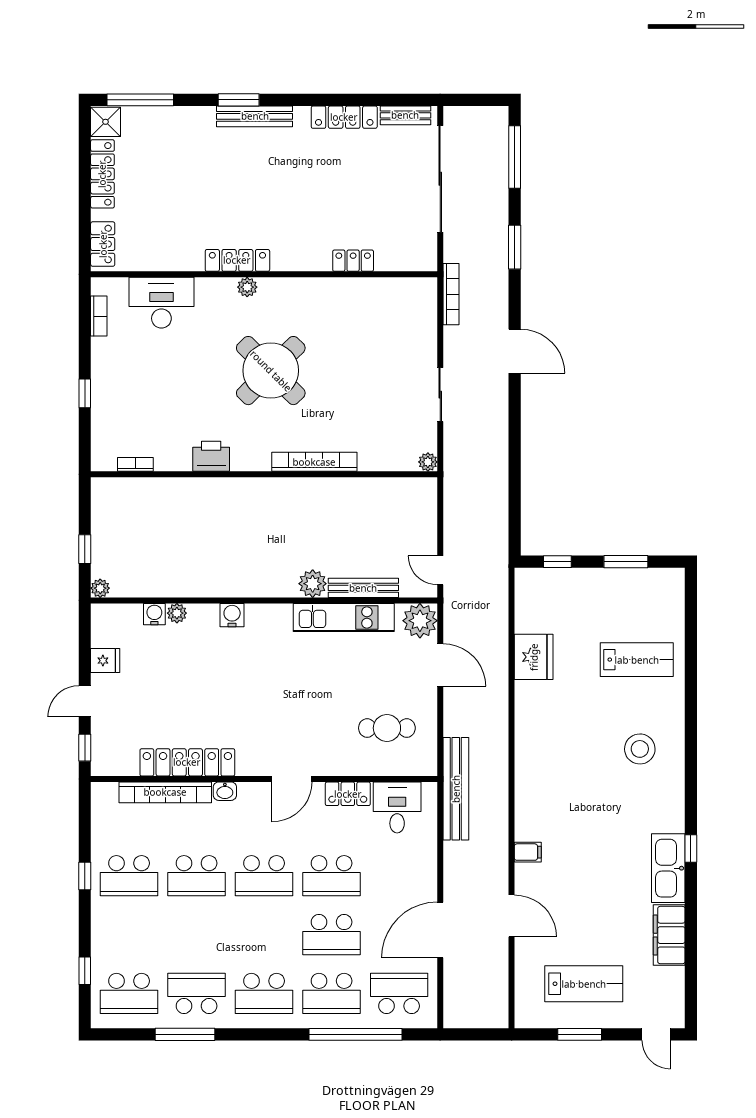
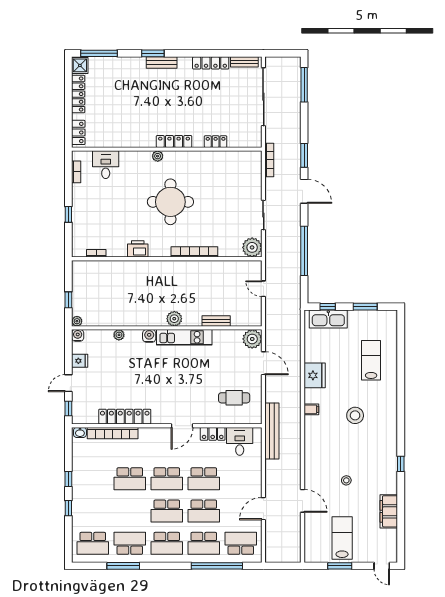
bench: (255, 116) -> (162, 63), width x0.73
window: (515, 247) -> (304, 155), moved
locker: (237, 260) -> (174, 141), moved
desk: (161, 303) -> (106, 165), width x0.73
round table: (271, 371) -> (170, 202), turned 45
window: (515, 460) -> (304, 251), added
plant: (428, 462) -> (252, 247), width x1.88, depth x1.88
door: (440, 570) -> (263, 289), moved
plant: (313, 584) -> (174, 319), moved
bench: (363, 588) -> (216, 321), width x0.73
water cooler: (154, 614) -> (78, 335), moved
kitchen unit: (344, 618) -> (184, 337), moved
fridge: (534, 657) -> (315, 375), moved
lab bench: (637, 660) -> (371, 360), turned -90
stool: (640, 749) -> (355, 415), moved
washbasin: (225, 791) -> (80, 432), moved
filing cabinet: (528, 852) -> (311, 409), moved
kitchen sink: (668, 868) -> (328, 319), moved, turned -90
school desk: (129, 876) -> (167, 511), moved
stool: (592, 879) -> (346, 480), added
door: (440, 930) -> (263, 509), width x0.73
window: (85, 971) -> (68, 508), moved
lab bench: (584, 984) -> (342, 538), turned -90

